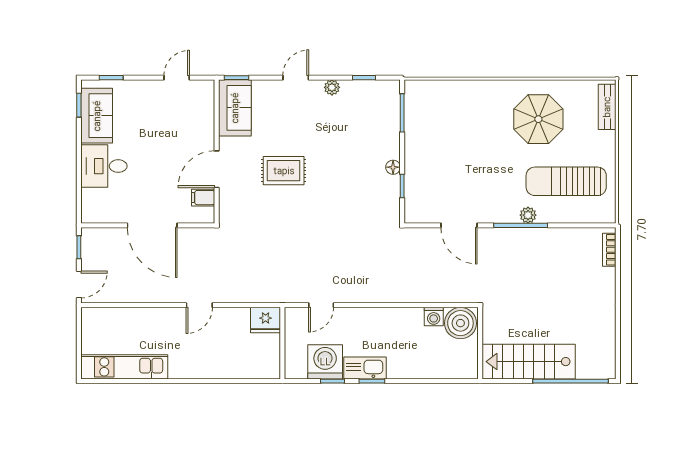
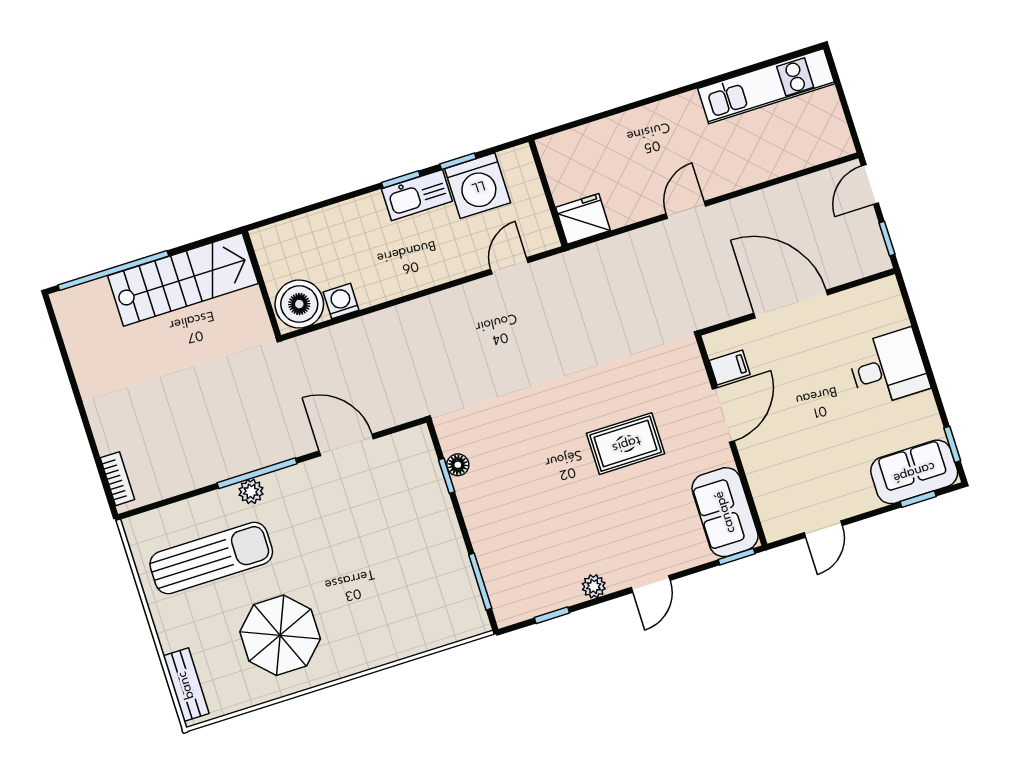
sofa: (97, 116) -> (914, 472), moved, turned 90
floor lamp: (393, 167) -> (458, 465), moved

